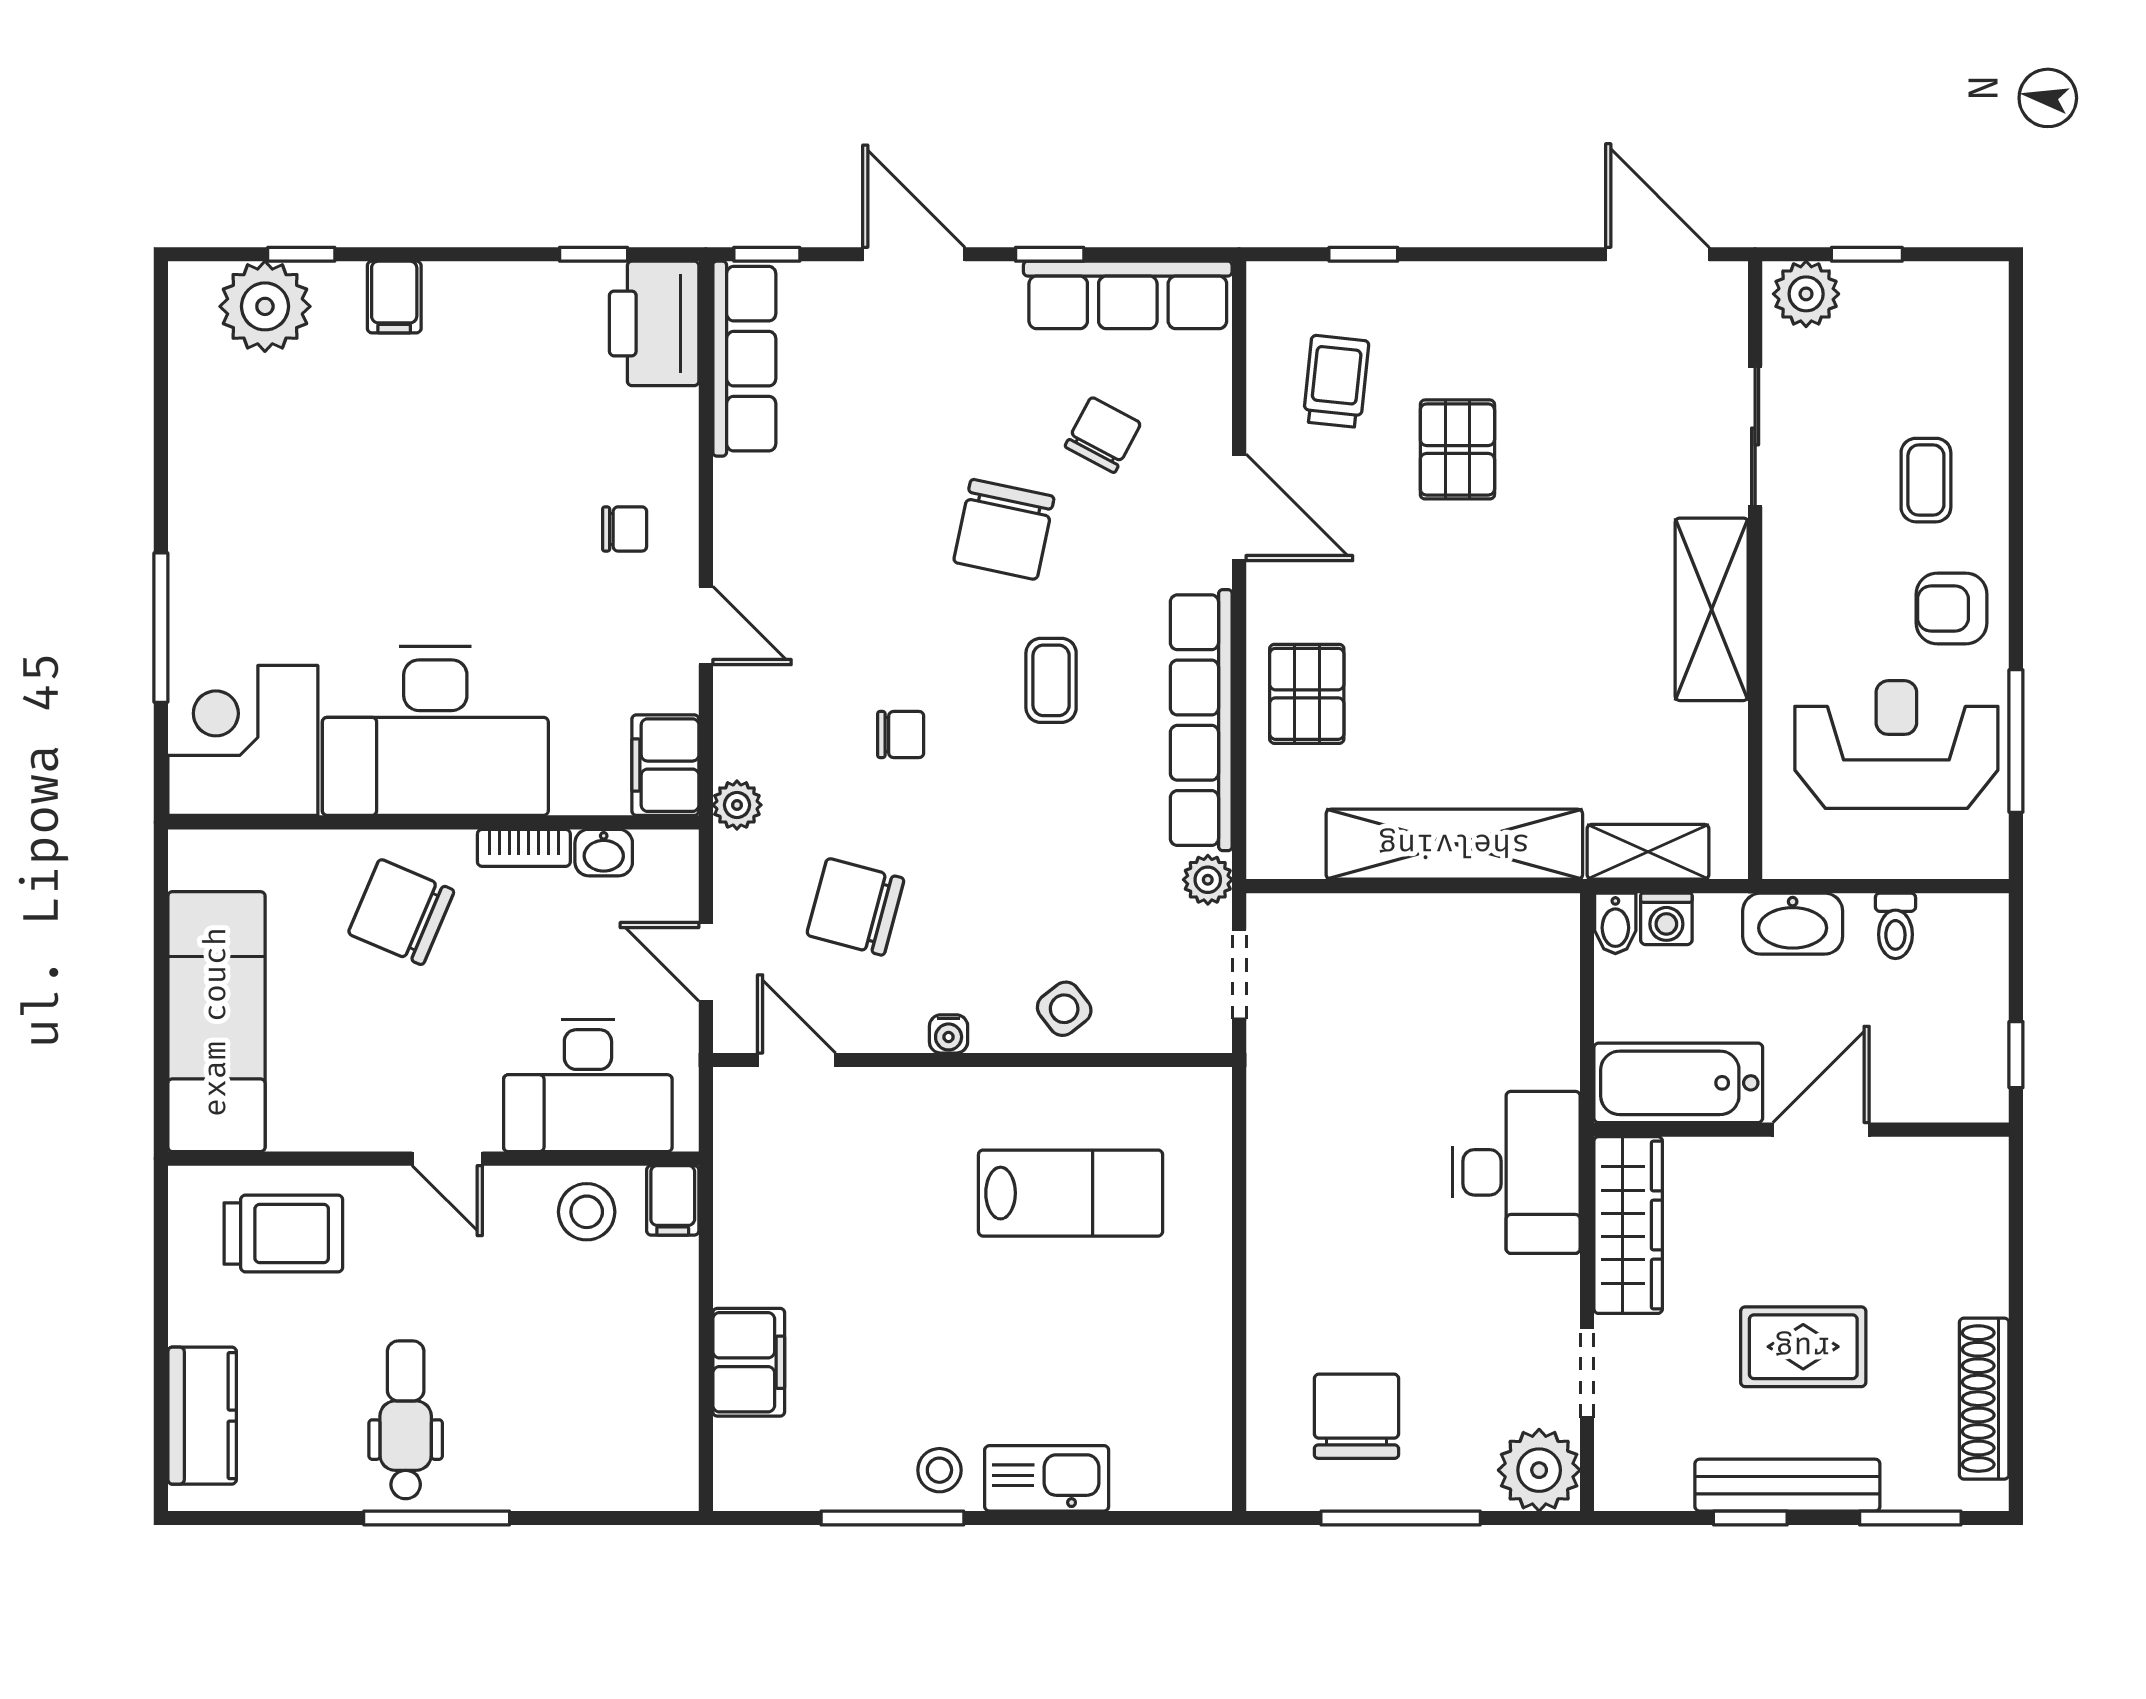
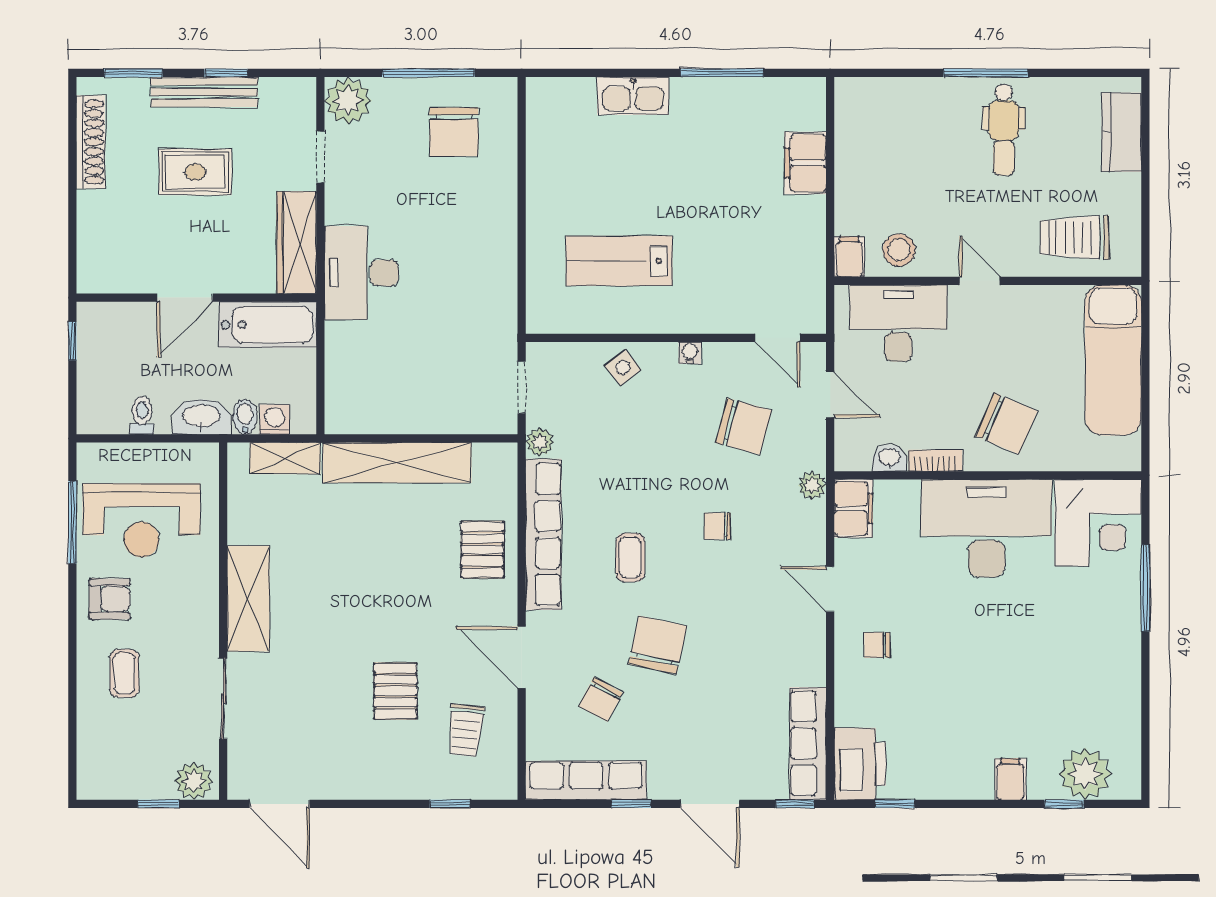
bidet: (1615, 923) -> (245, 417), moved
stool: (939, 1470) -> (695, 101), removed

